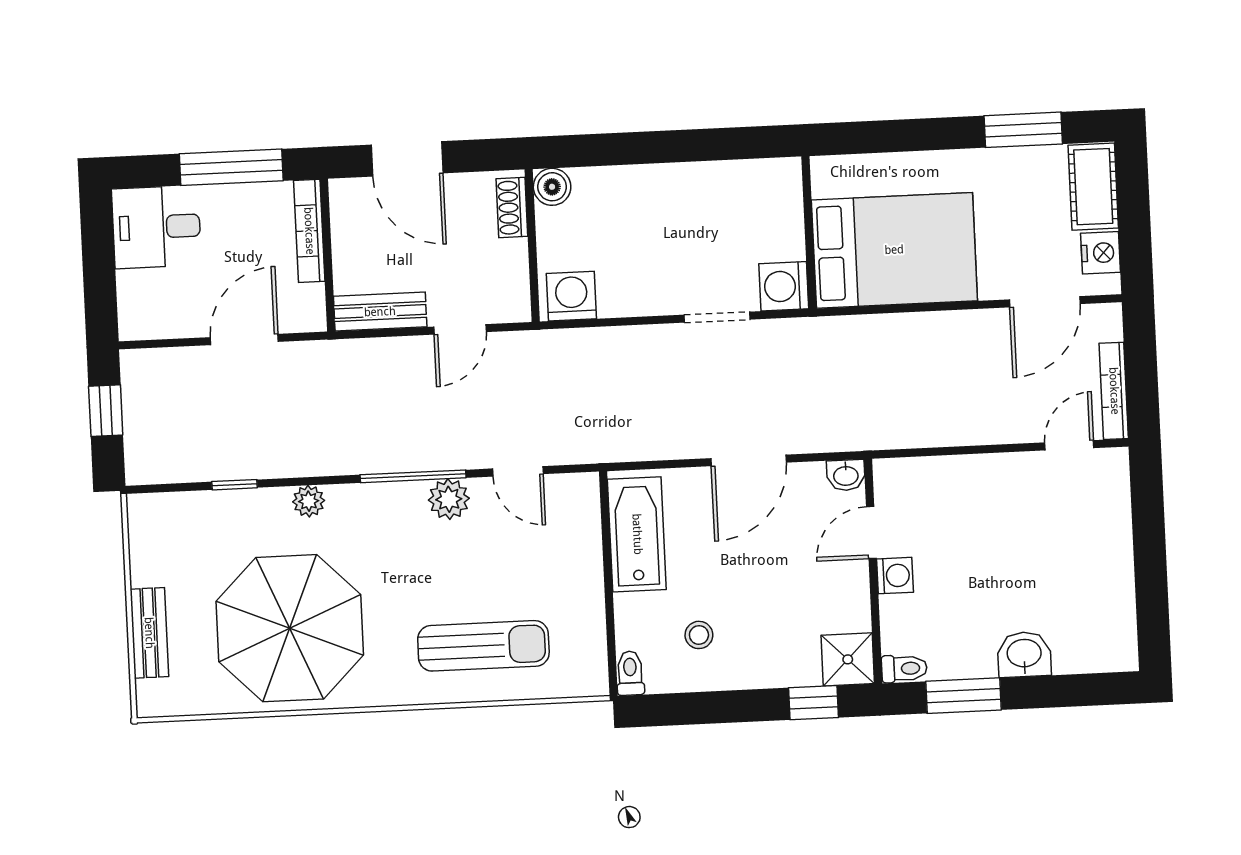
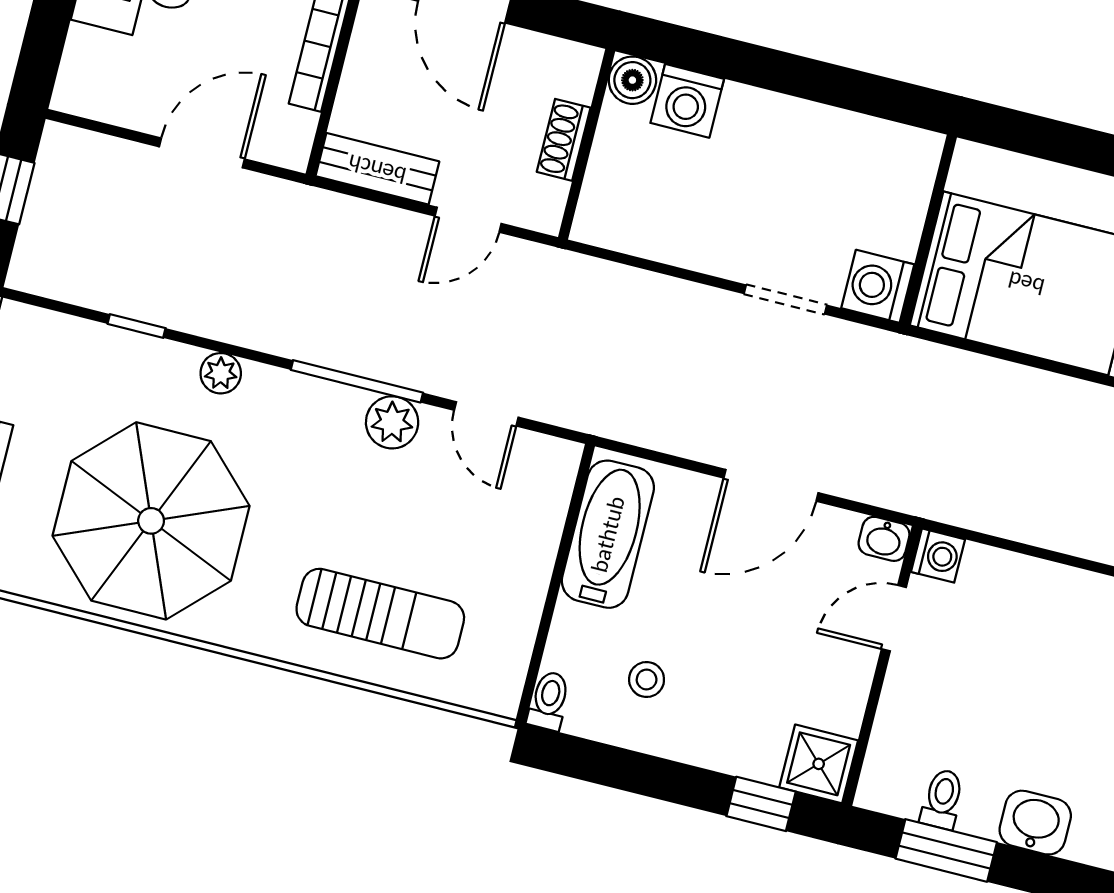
shoe rack: (512, 208) -> (564, 140), moved
washing machine: (571, 296) -> (687, 101), moved, turned 180
washing machine: (895, 576) -> (938, 556), moved
toilet: (904, 669) -> (942, 799), moved, turned -90

